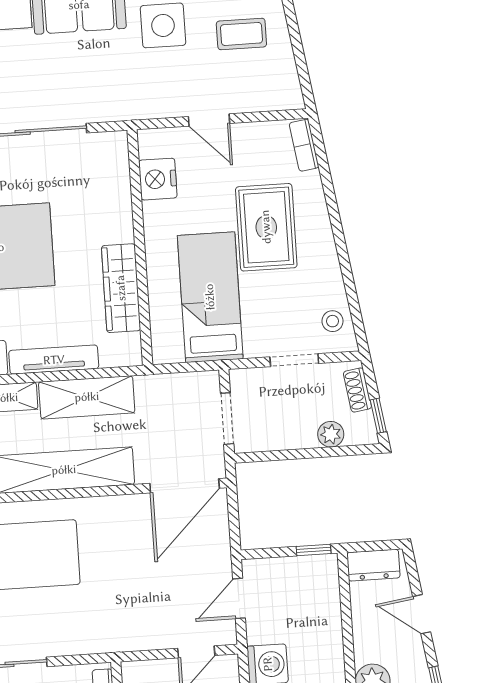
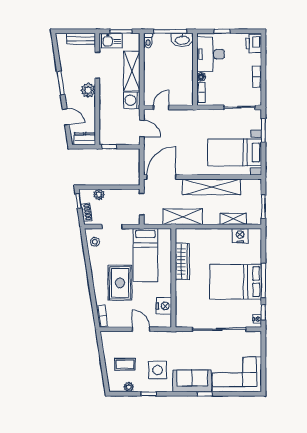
tv unit: (54, 360) -> (212, 233), removed
shelving: (87, 397) -> (183, 217), moved
door: (239, 598) -> (142, 129), hinge flipped

